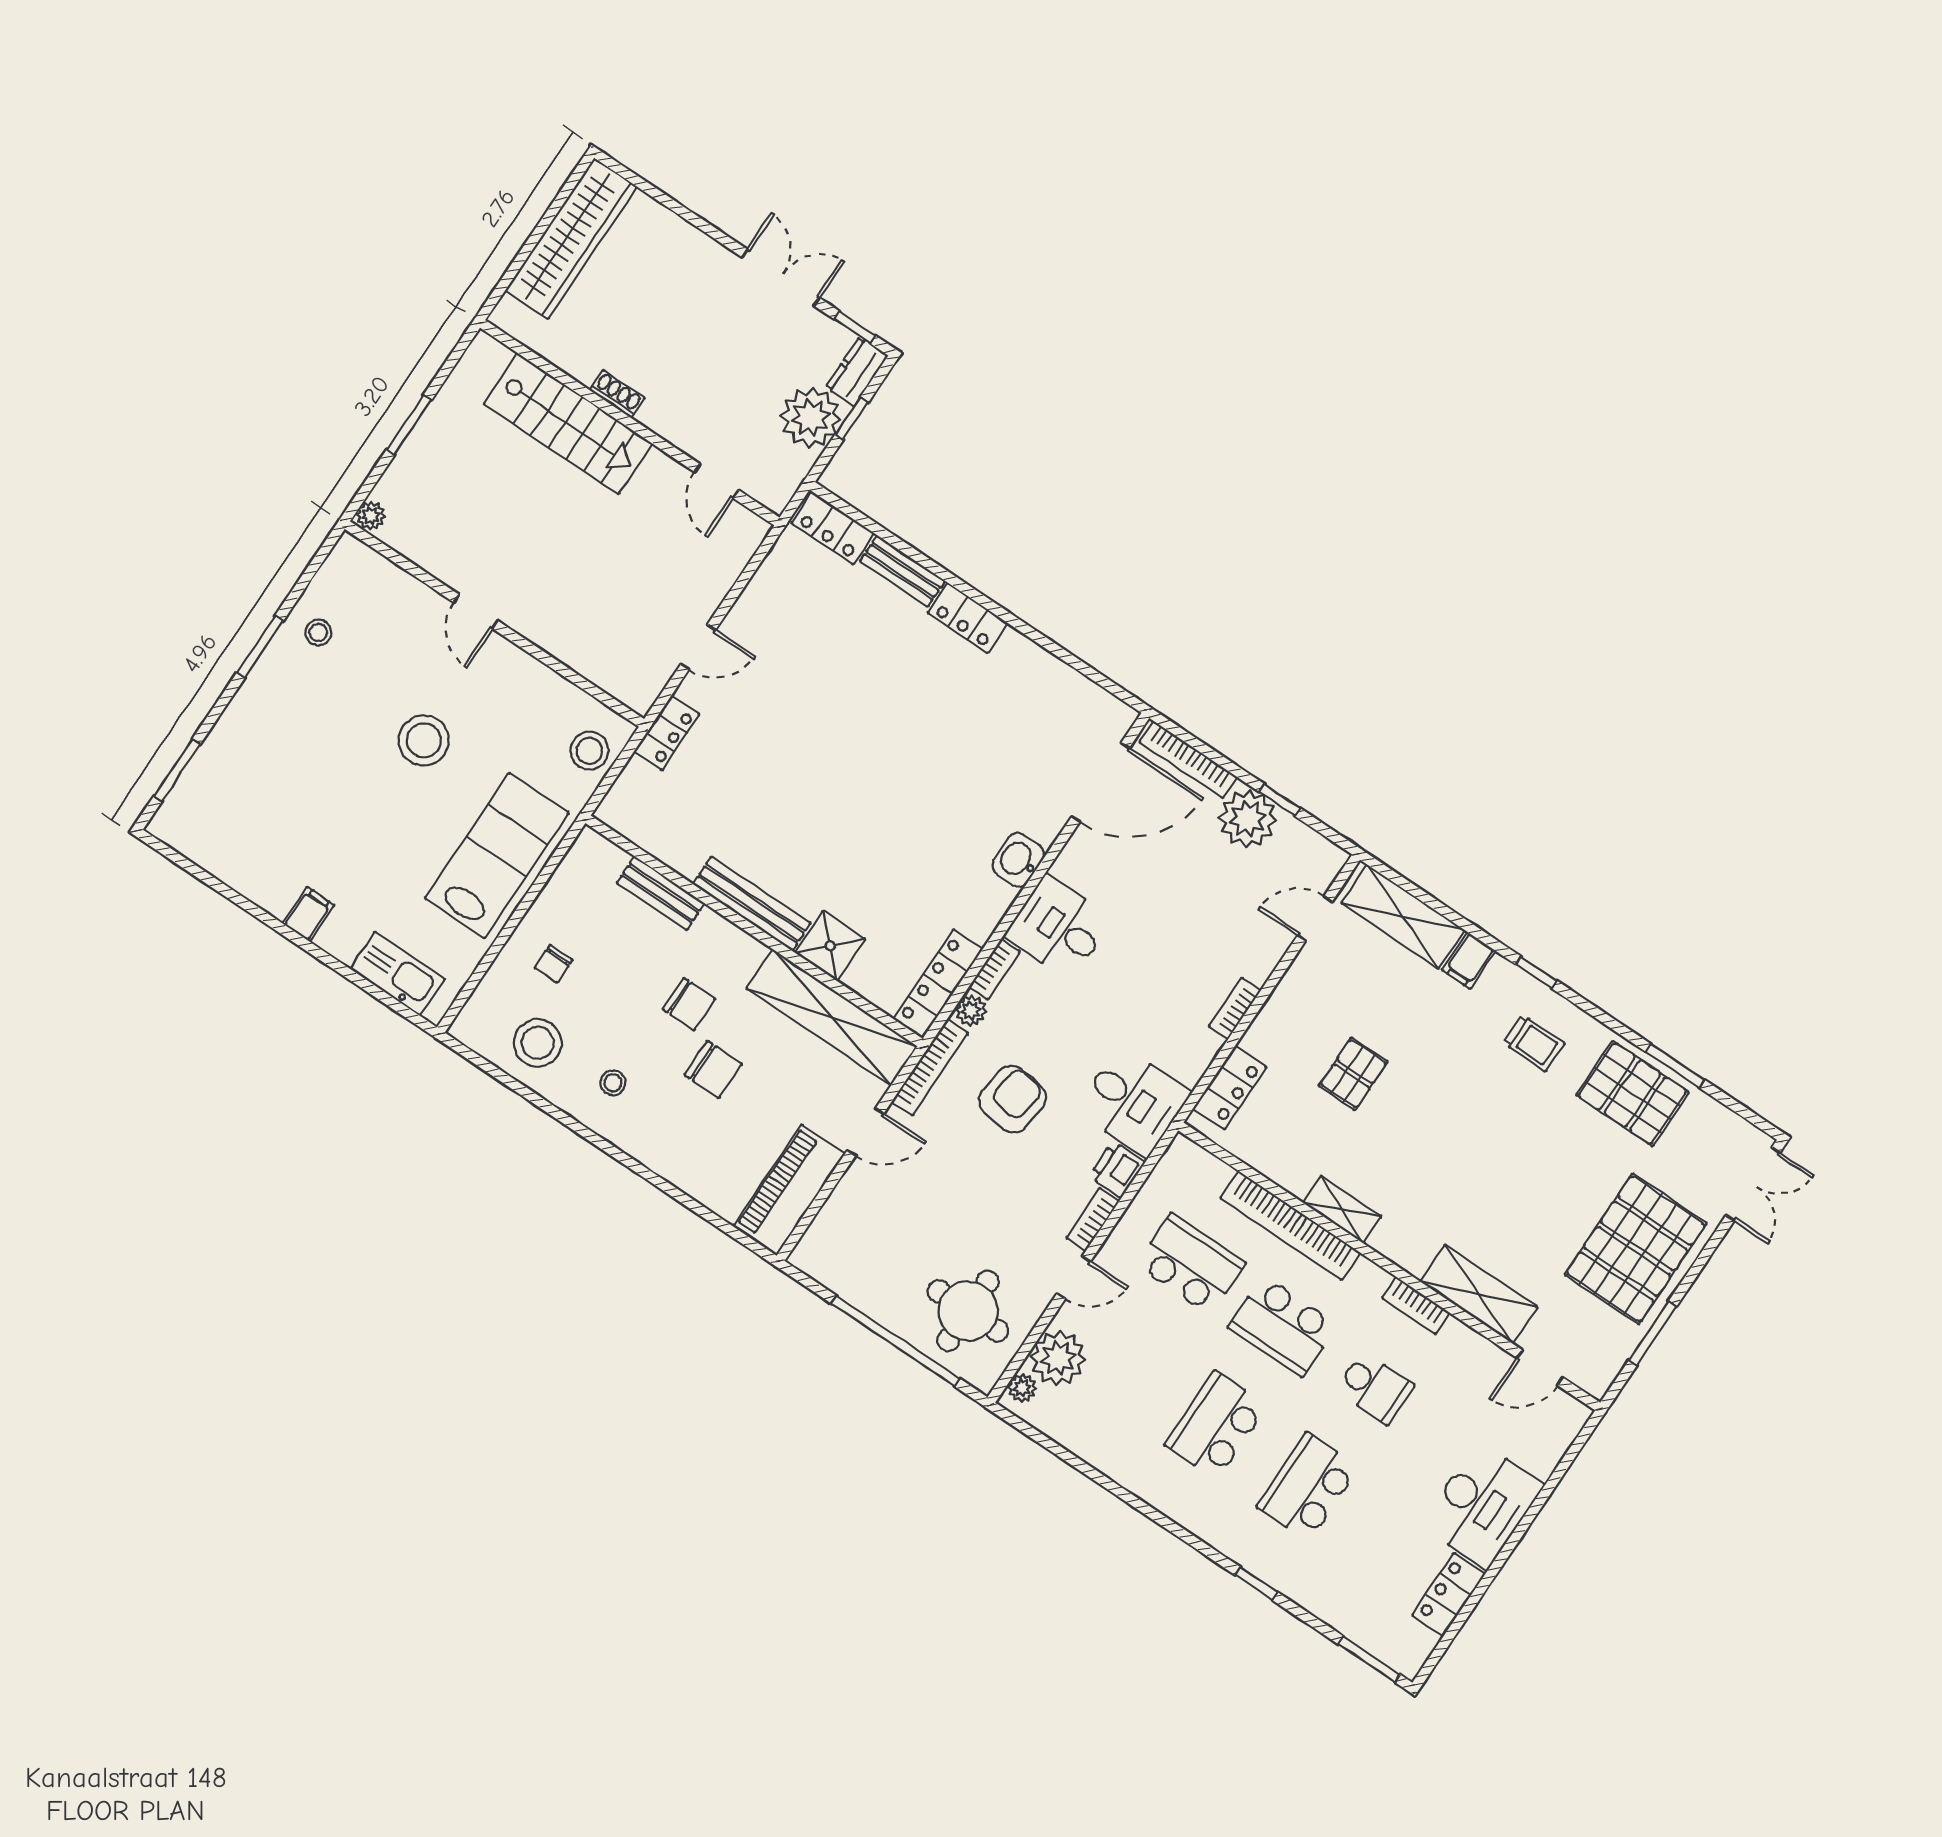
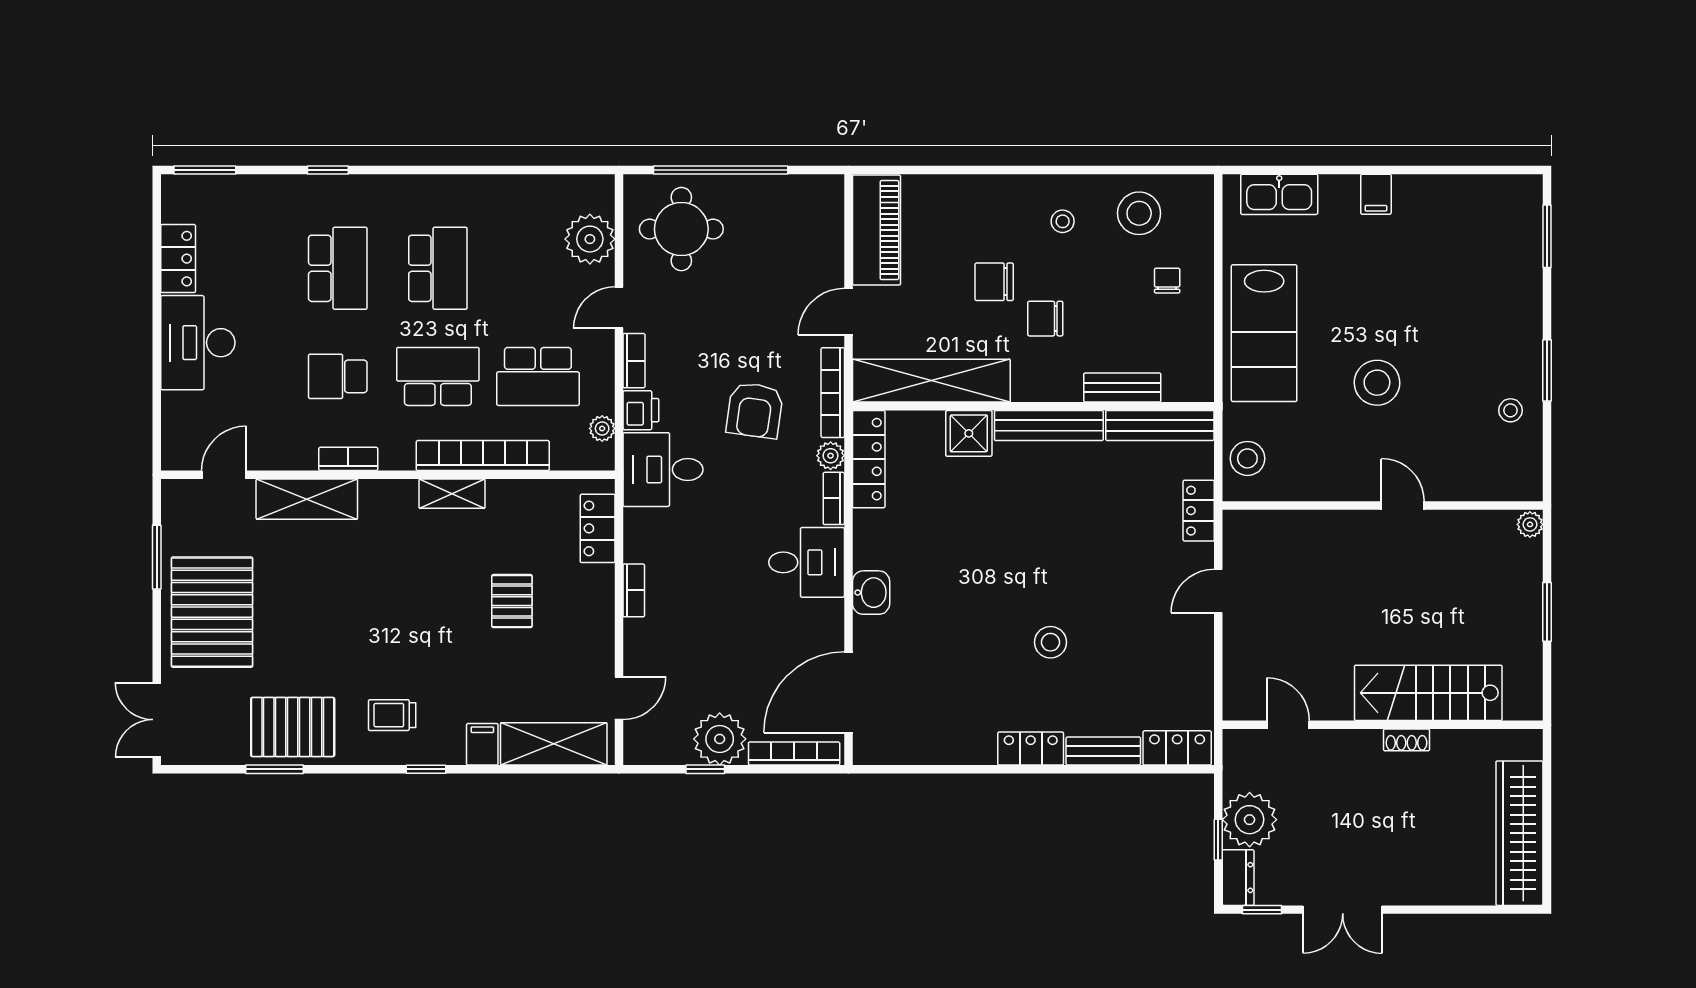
stool: (884, 704) -> (1050, 642), added
bench: (650, 835) -> (1160, 425), added
plant: (1022, 1388) -> (602, 428), moved

